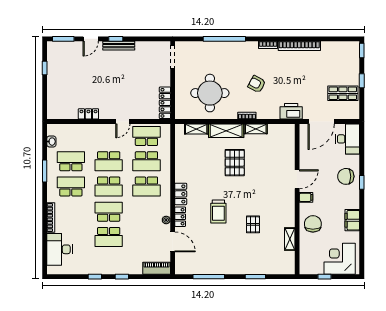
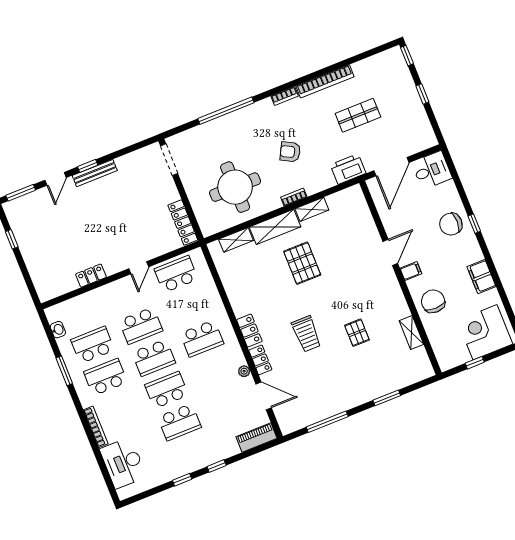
shop shelf: (343, 93) -> (358, 115), moved
desk: (348, 139) -> (432, 170), width x0.73
school desk: (146, 161) -> (189, 306), removed

